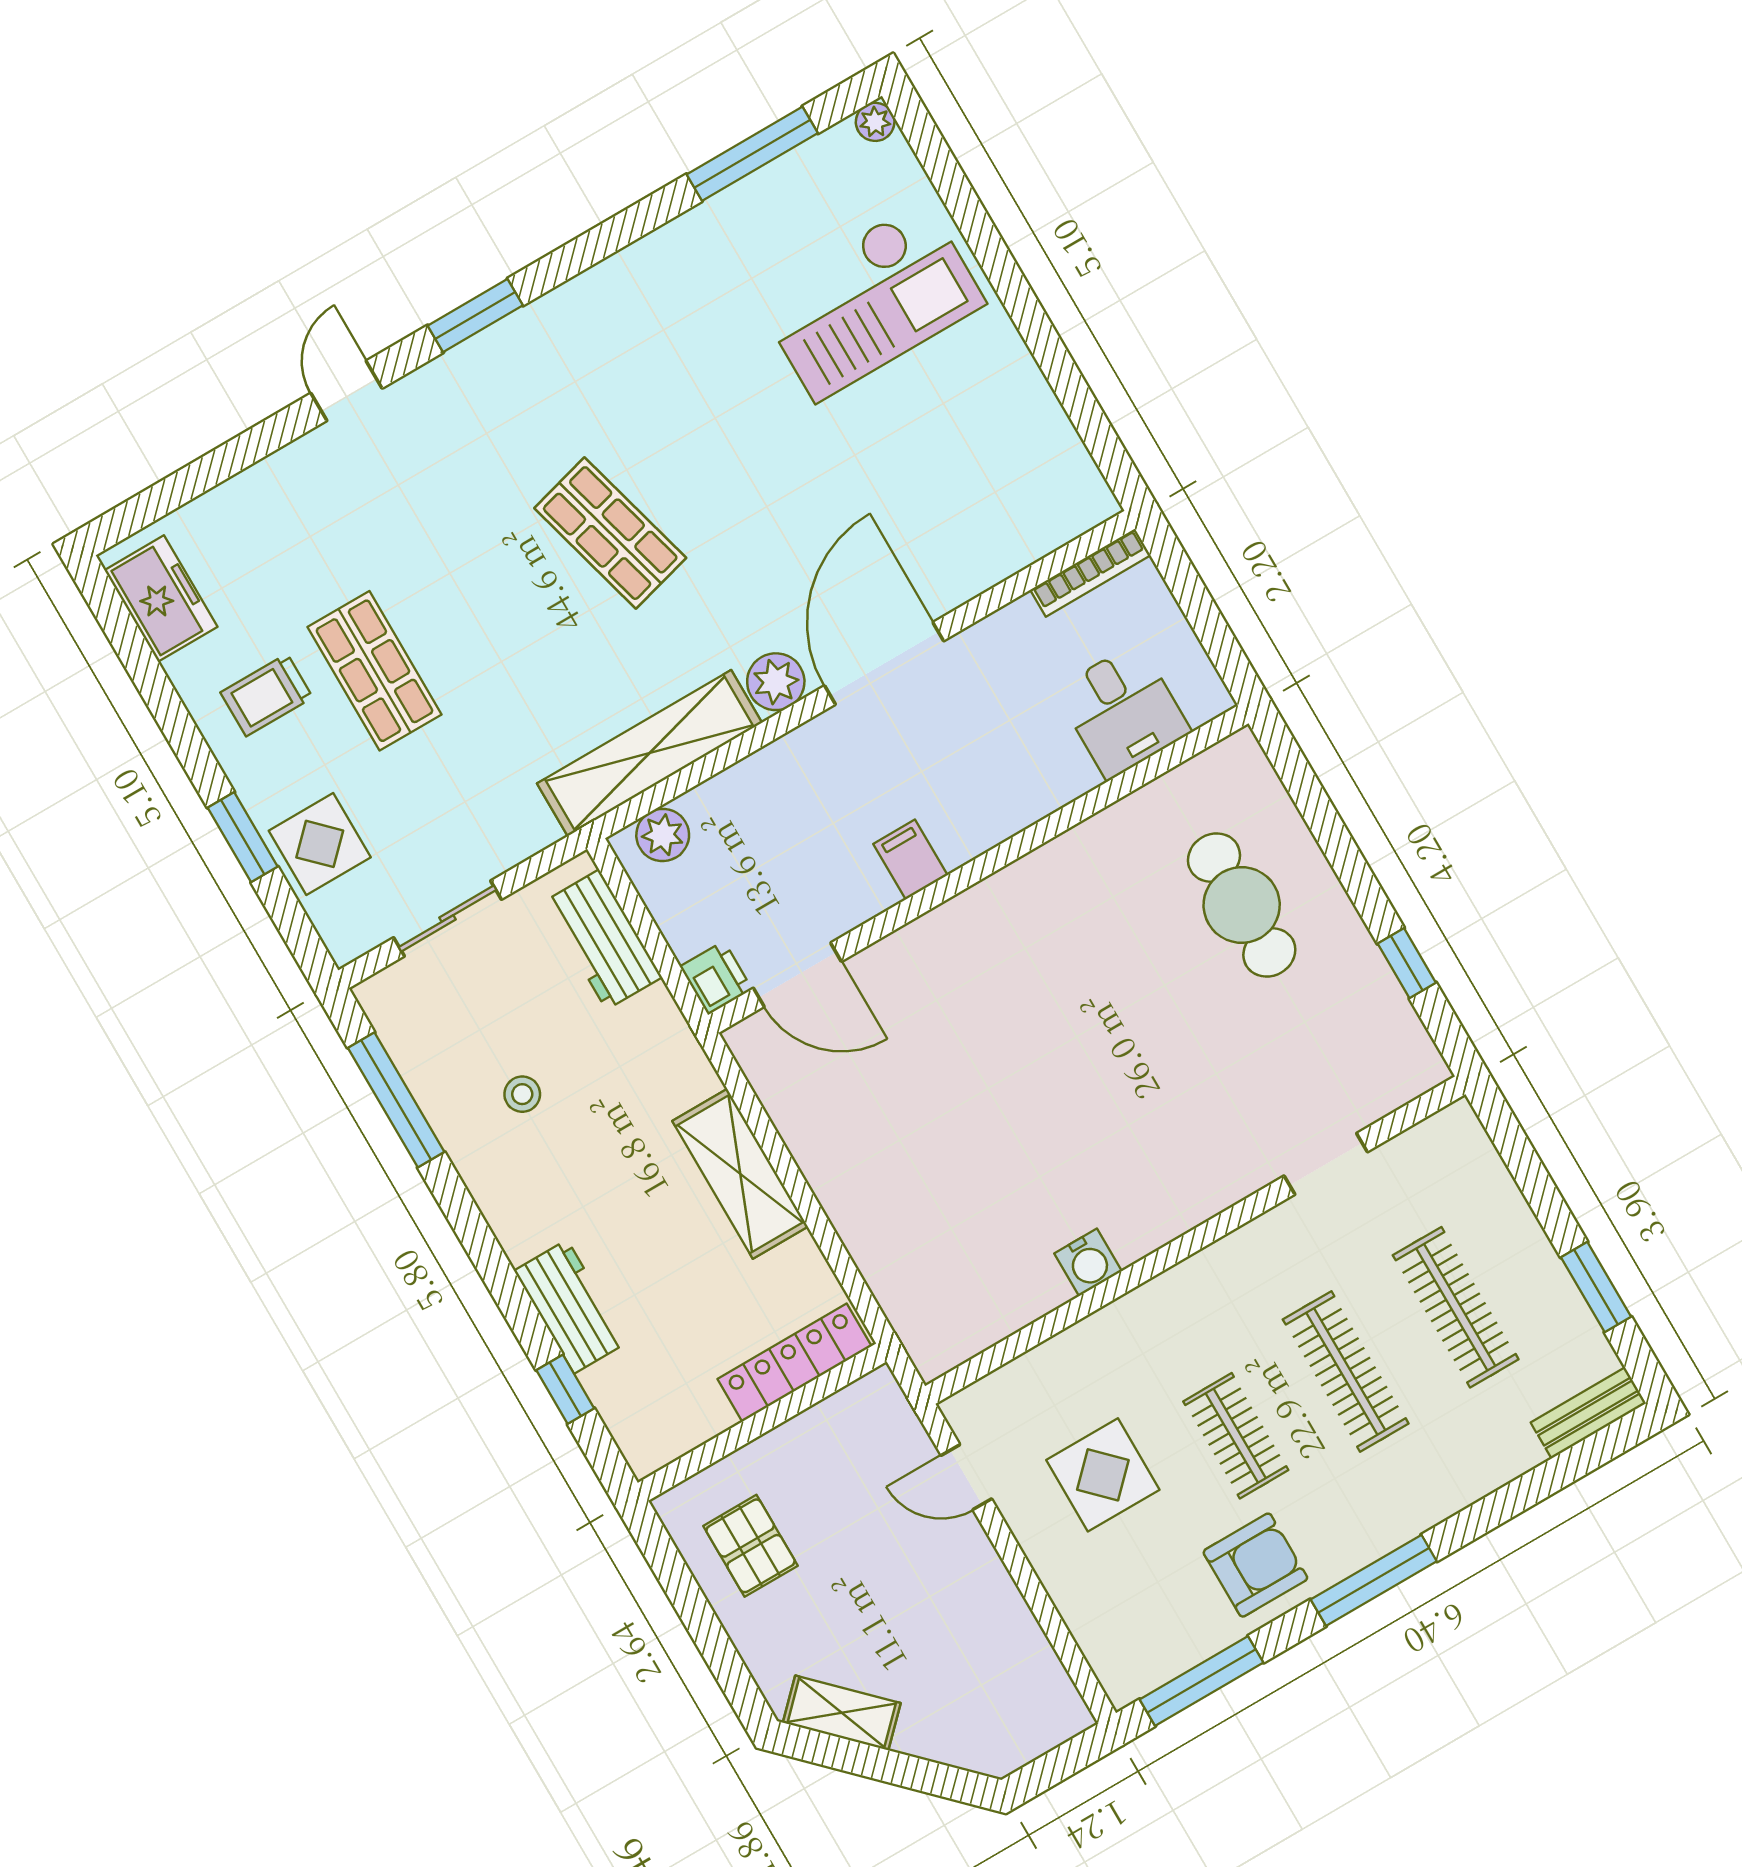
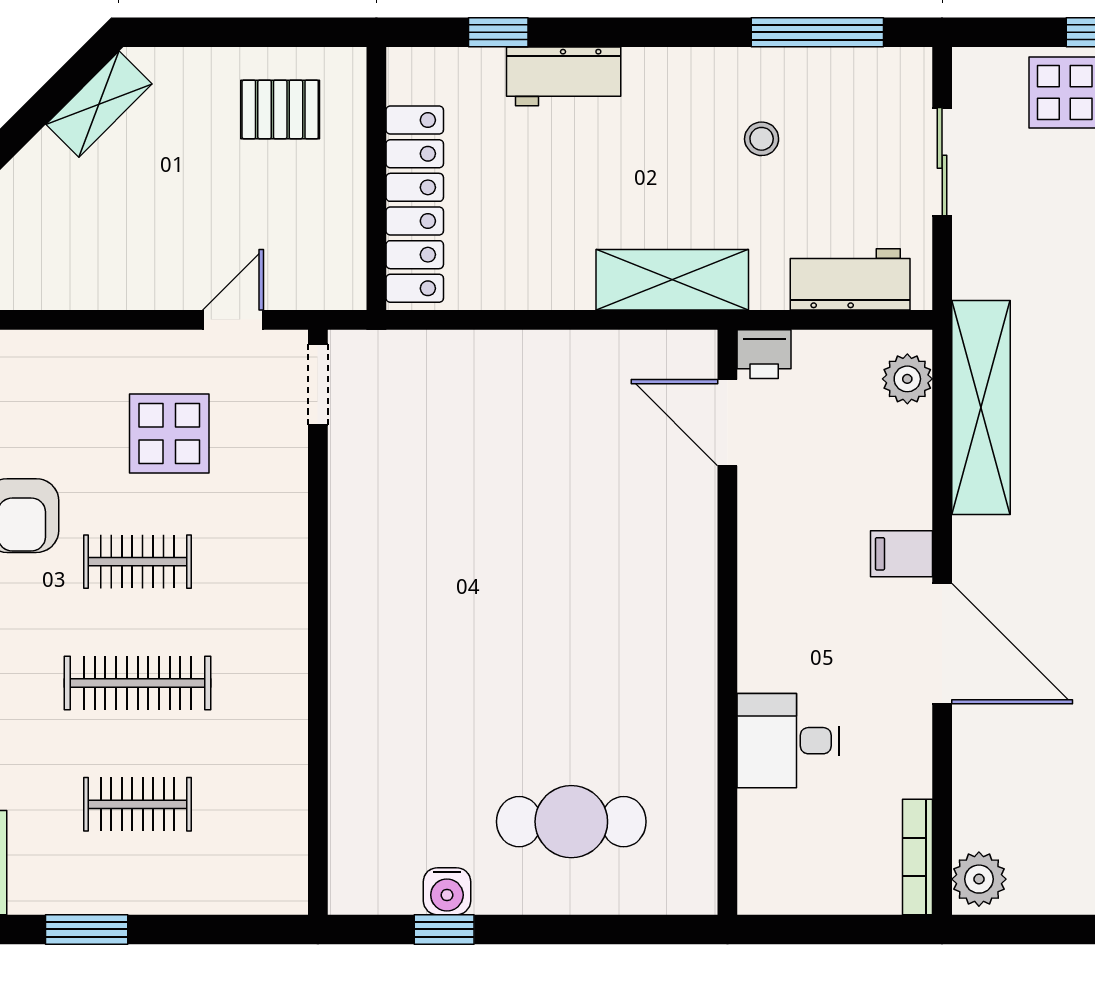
plant: (776, 682) -> (979, 879), moved
desk: (1123, 711) -> (788, 741), moved
filing cabinet: (910, 860) -> (901, 554), moved, turned 180
door: (797, 975) -> (727, 423), hinge flipped
doorway: (1326, 1164) -> (318, 385), moved
shelving: (740, 1174) -> (672, 280), moved
water cooler: (1088, 1262) -> (447, 891), moved, turned -90
clothes rail: (1456, 1307) -> (138, 804), width x0.73
locker: (794, 1363) -> (415, 204), width x1.41, depth x1.21

